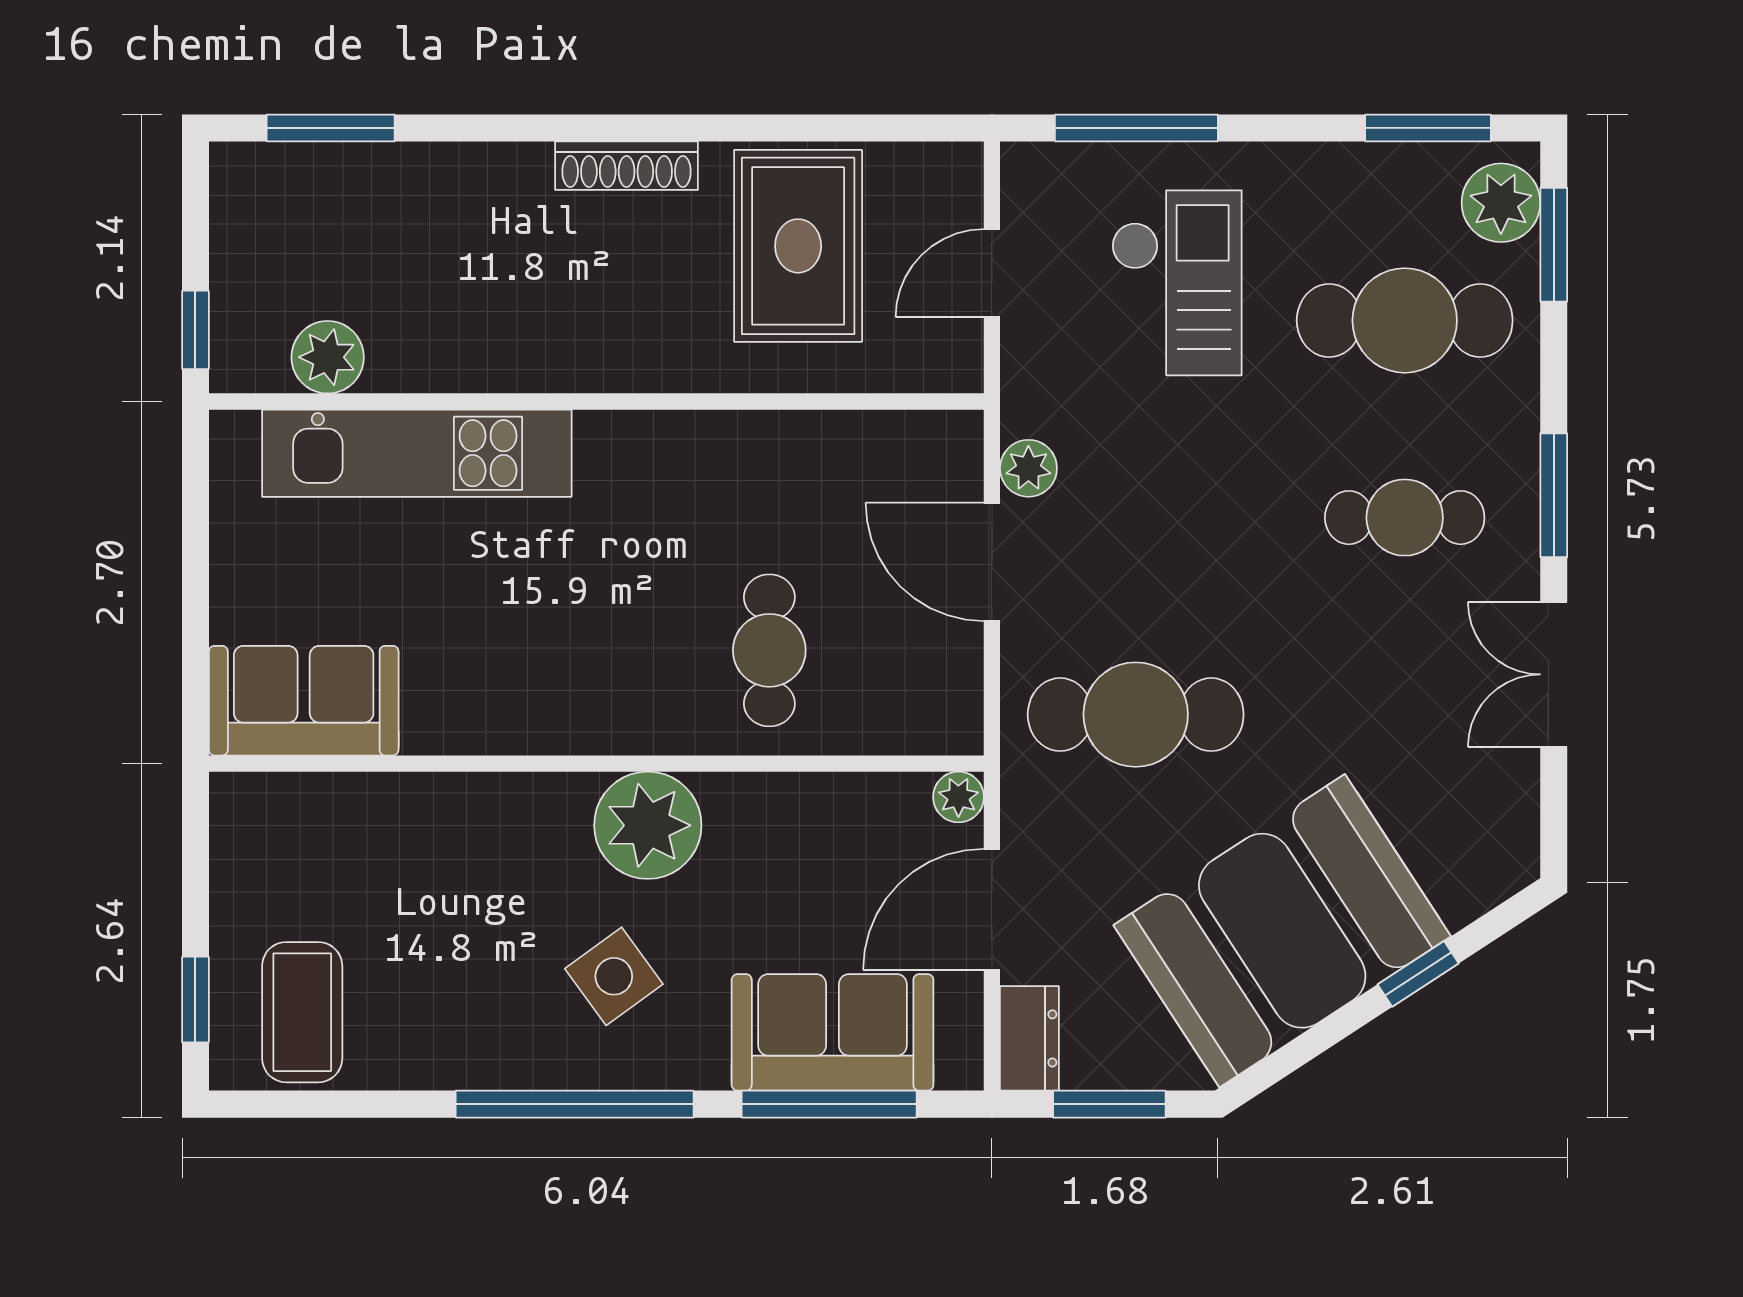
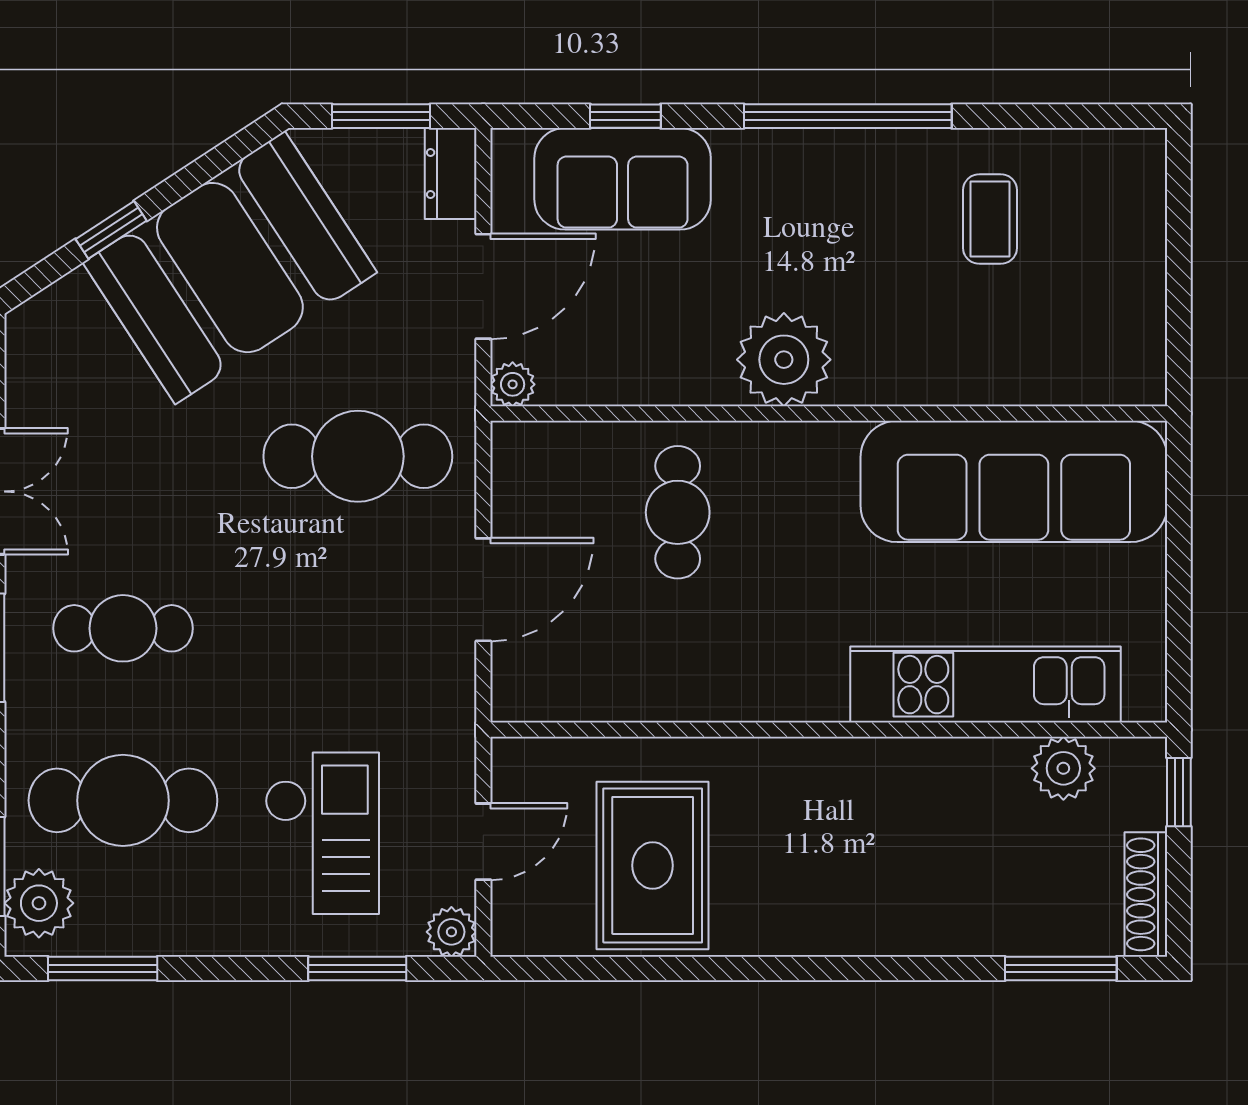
window: (1136, 128) -> (357, 968), width x0.69
shoe rack: (627, 166) -> (1146, 894), moved, turned -90
checkout: (1177, 283) -> (322, 833), turned 180
plant: (1028, 468) -> (451, 932), moved
door: (992, 562) -> (483, 590), hinge flipped
sofa: (304, 701) -> (1014, 481), width x1.85, depth x1.27
side table: (614, 976) -> (813, 228), removed
window: (195, 1000) -> (1179, 207), removed
coffee table: (302, 1012) -> (990, 219), moved, width x0.73, depth x0.77
window: (829, 1104) -> (625, 116), width x0.46

